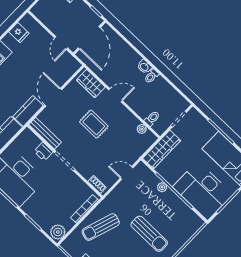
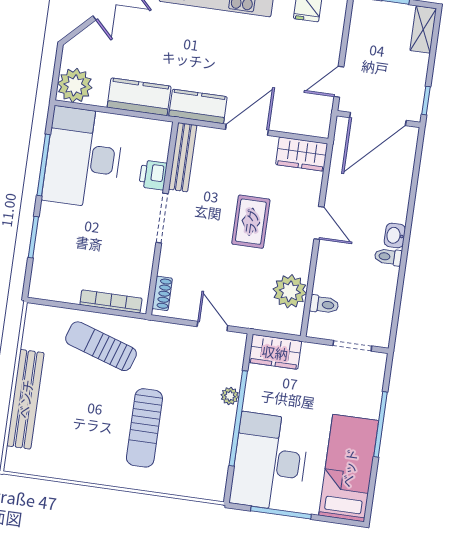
wardrobe: (91, 84) -> (302, 154), moved, turned -90
plant: (142, 129) -> (290, 291), width x1.88, depth x1.88
wardrobe: (162, 149) -> (275, 352), width x0.67
plant: (58, 232) -> (46, 286), removed

